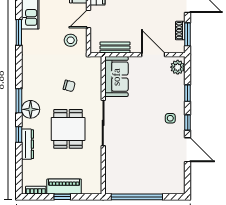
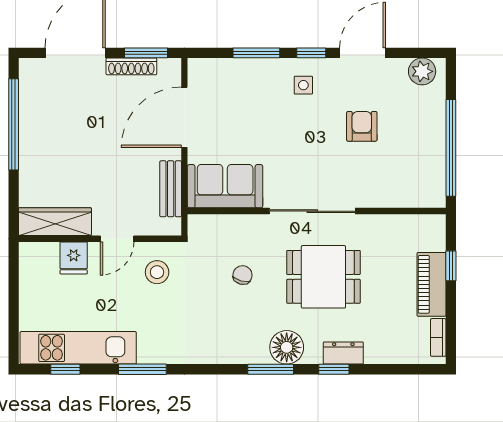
door: (88, 19) -> (117, 239), hinge flipped
shoe rack: (180, 31) -> (131, 66), width x1.43
door: (153, 55) -> (184, 117), width x1.36
plant: (178, 67) -> (422, 71), moved
window: (188, 93) -> (256, 53), width x1.50
dresser: (28, 144) -> (343, 353), width x0.70
armchair: (148, 149) -> (362, 126), added
window: (62, 197) -> (451, 266), moved

